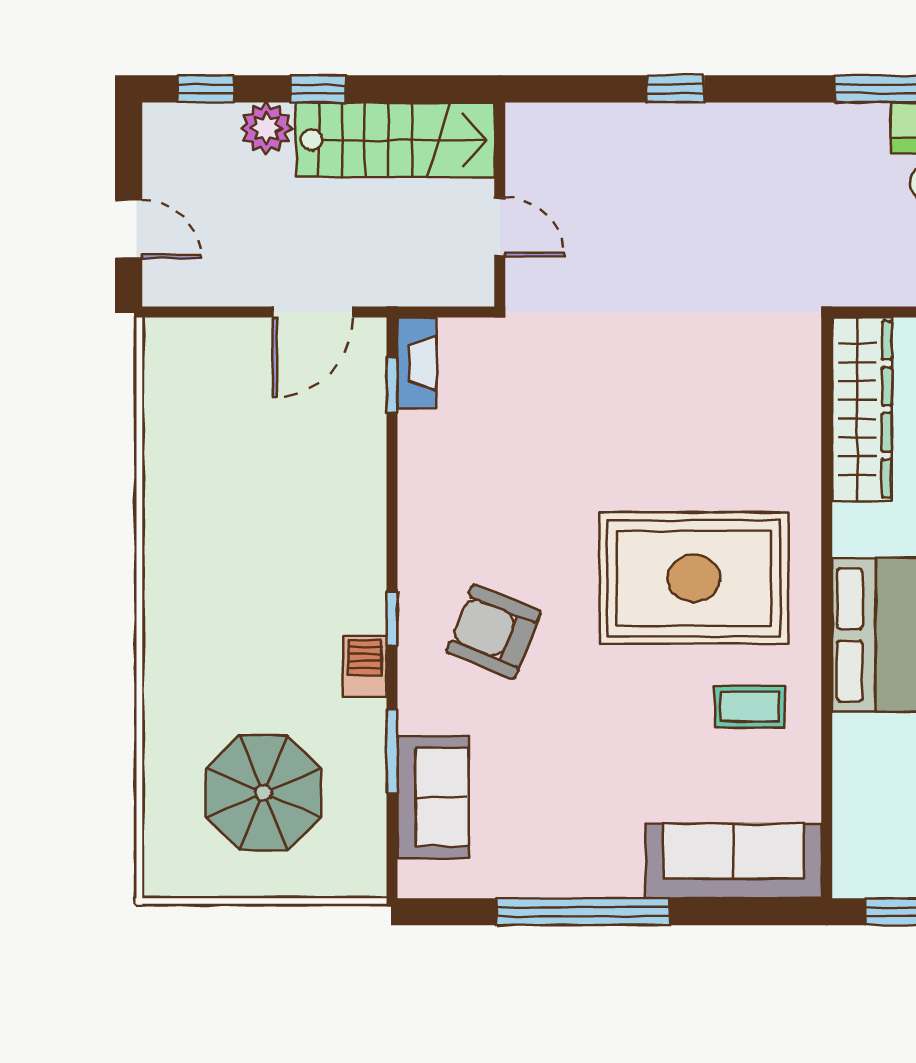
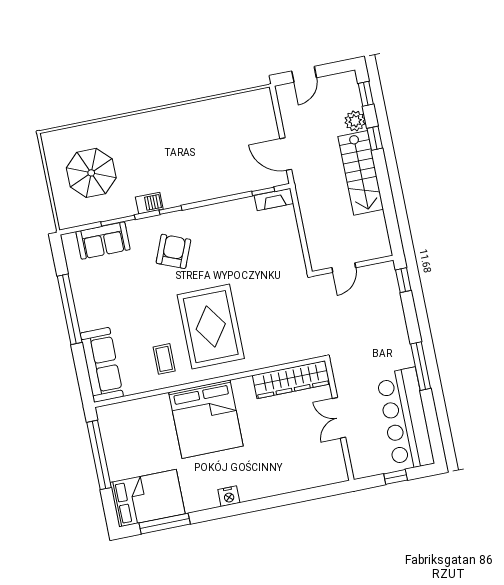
wall: (500, 205) -> (353, 266), moved
door: (500, 227) -> (344, 268), moved

